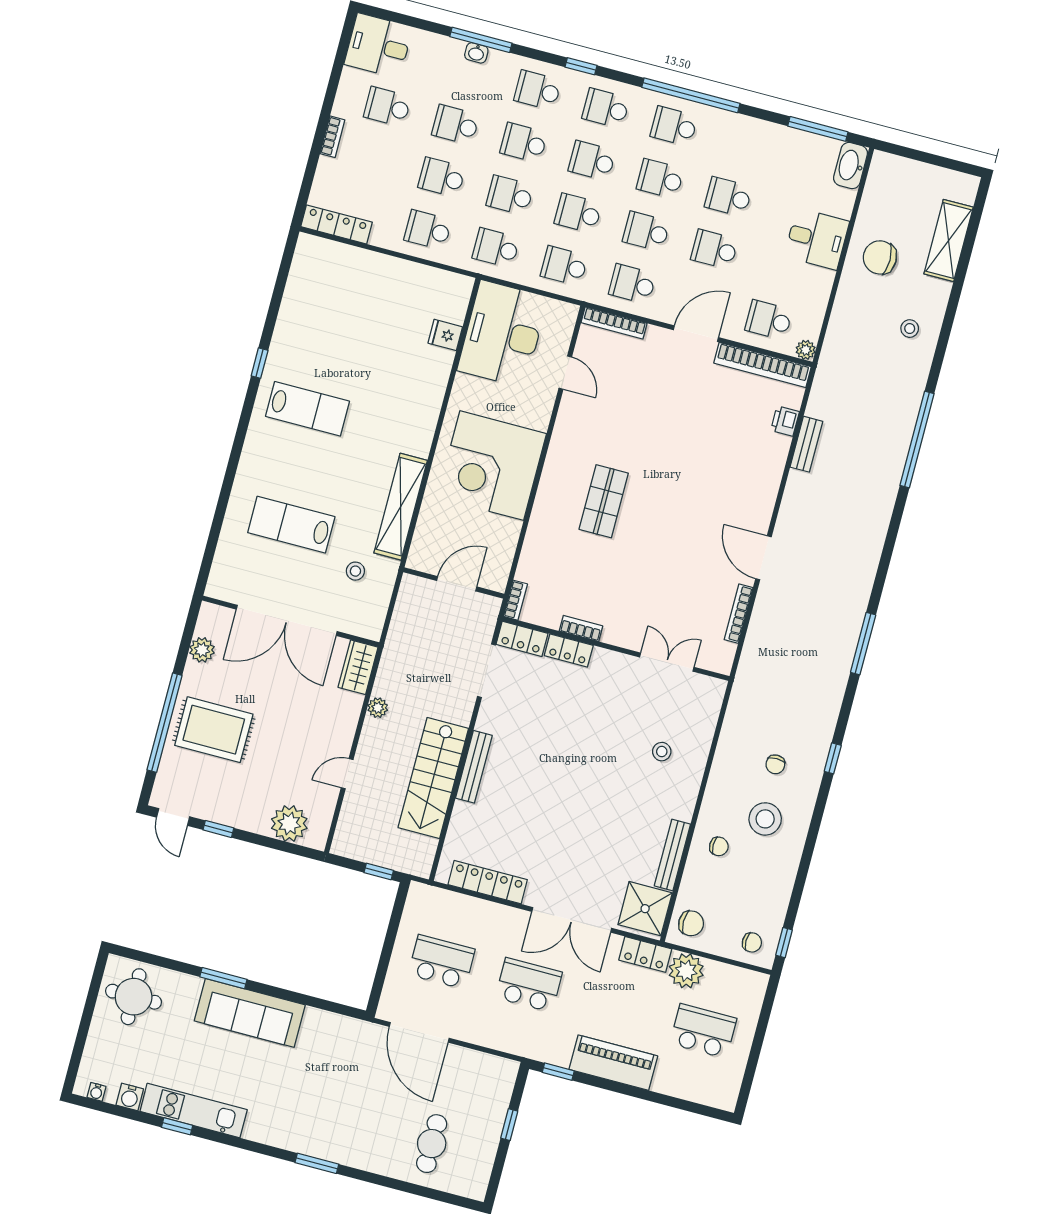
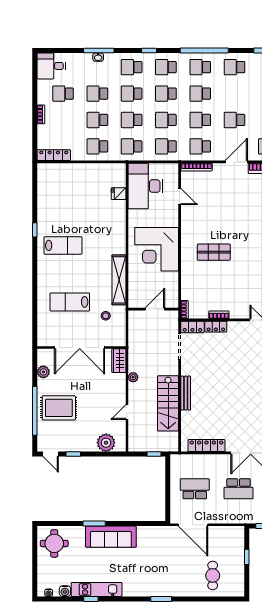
school desk: (728, 197) -> (235, 67), moved
shop shelf: (604, 501) -> (214, 252), turned 90
school desk: (529, 985) -> (239, 489), turned 180

